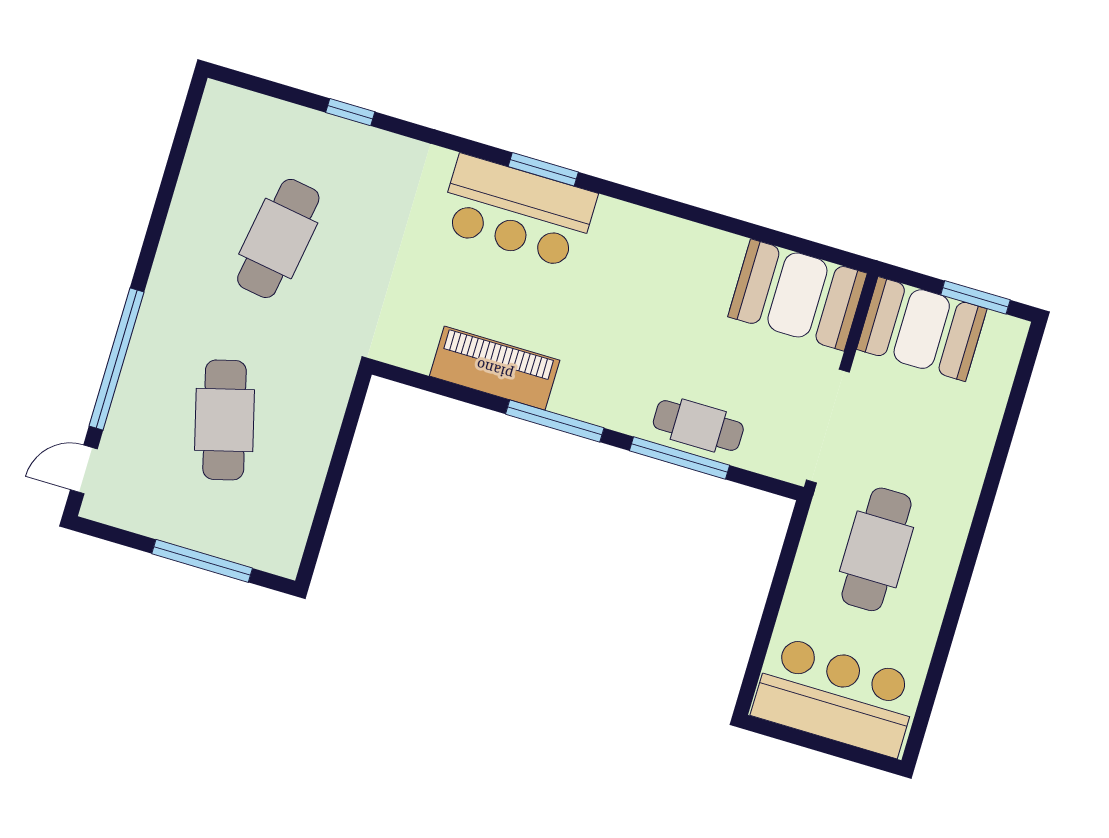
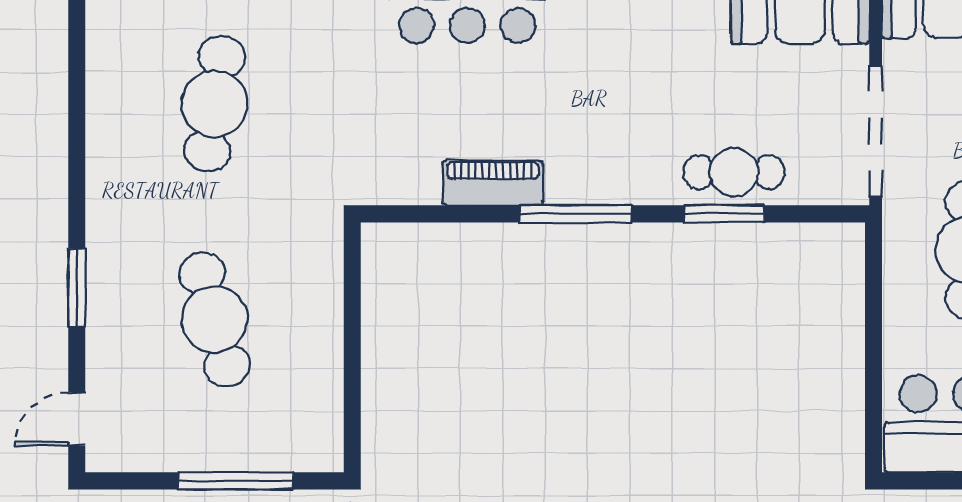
window: (117, 359) -> (77, 288), width x0.47
piano: (495, 368) -> (493, 183), width x0.73, depth x0.75
window: (680, 458) -> (724, 214), width x0.69

